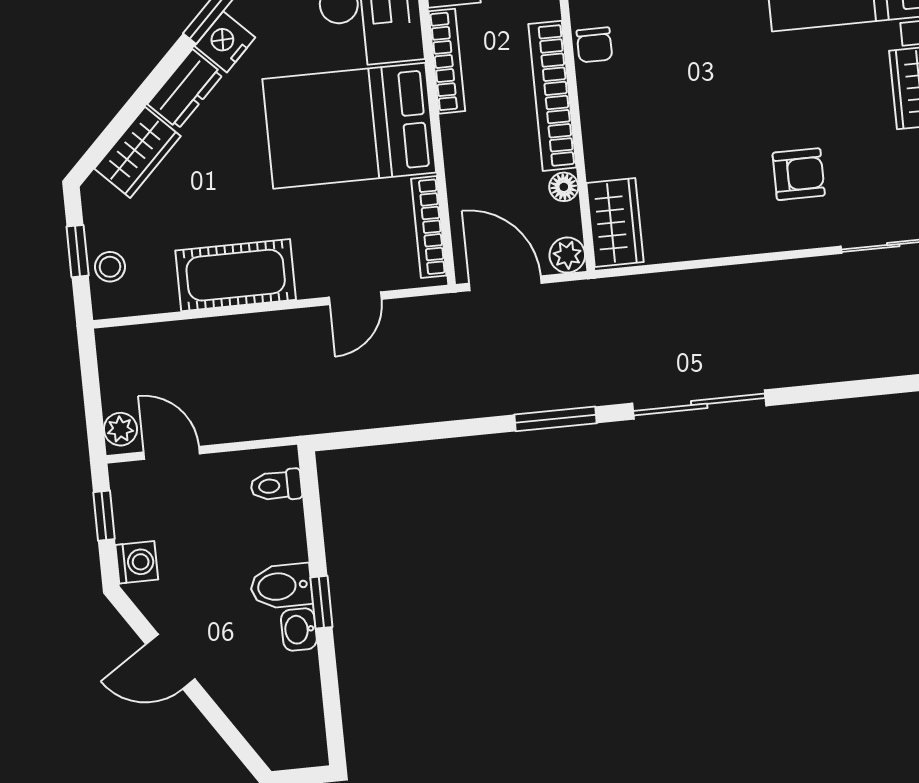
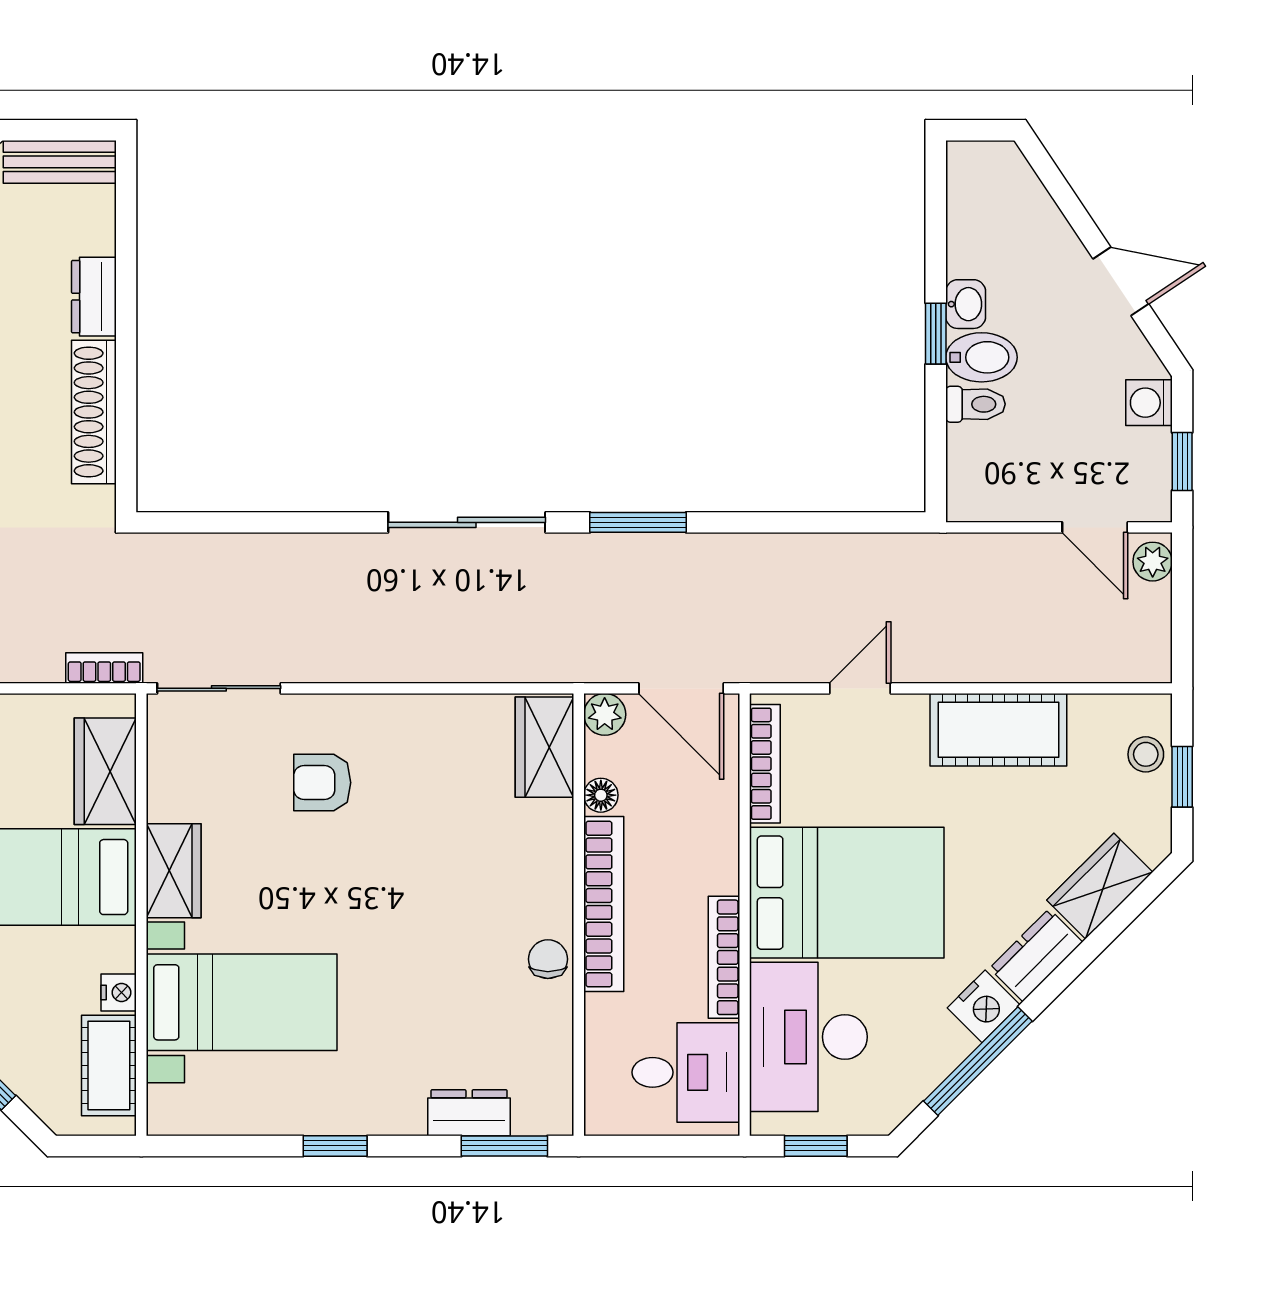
toilet: (276, 486) -> (975, 404), moved

